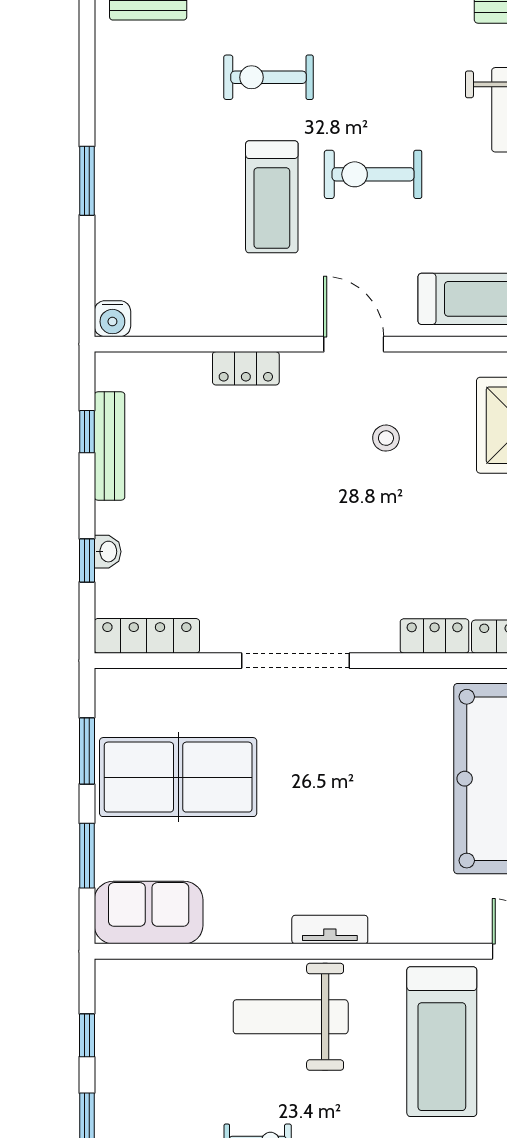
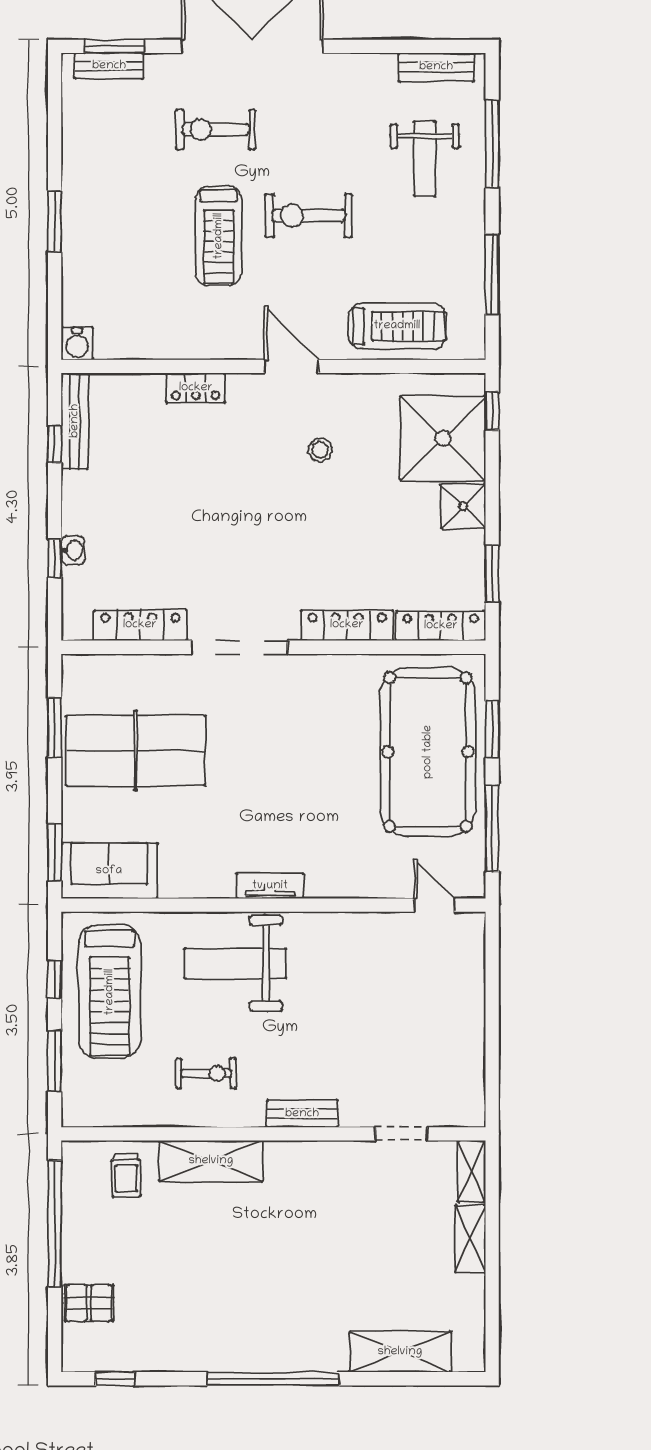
bench: (109, 446) -> (75, 421), moved
locker: (147, 636) -> (140, 625), moved
locker: (435, 636) -> (347, 625), width x1.53
window: (87, 856) -> (55, 852), moved
treadmill: (442, 1042) -> (110, 992), moved

